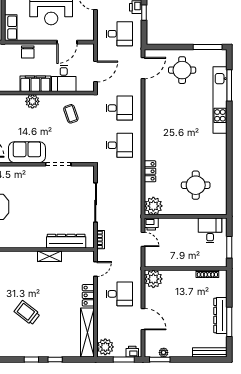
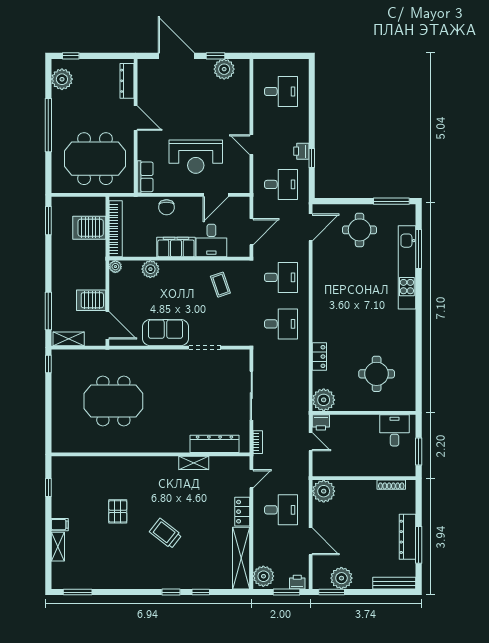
plant: (32, 101) -> (150, 269), moved
plant: (164, 353) -> (341, 578), width x1.88, depth x1.88

